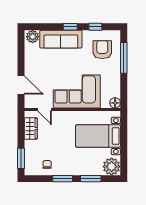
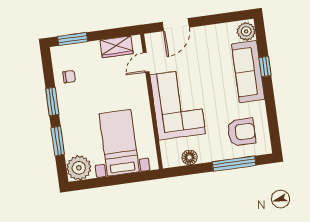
window: (70, 27) -> (265, 67), moved
window: (95, 27) -> (272, 118), removed
floor lamp: (115, 103) -> (190, 157), moved

